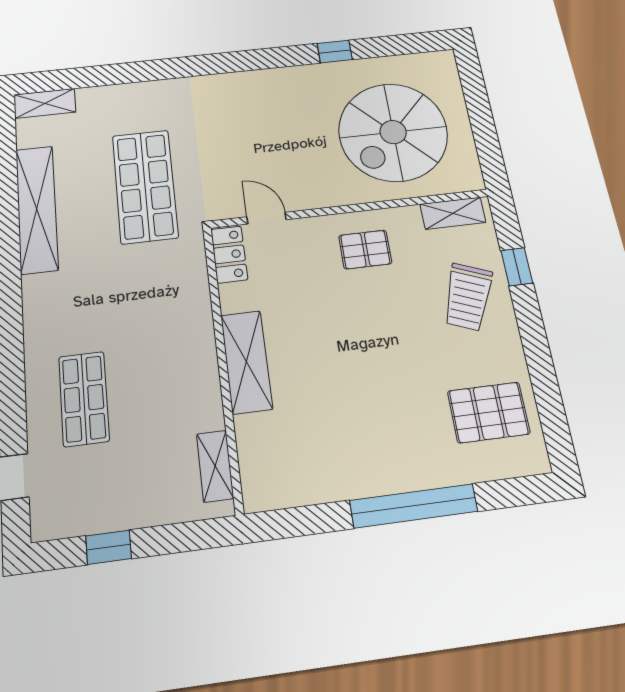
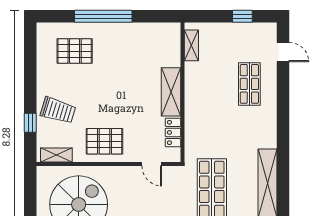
pallet: (365, 249) -> (104, 141), width x1.50, depth x1.42
locker: (229, 254) -> (173, 132), moved
trolley: (468, 297) -> (58, 110), turned 86
pallet: (489, 412) -> (75, 51), moved

